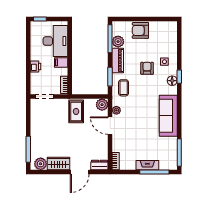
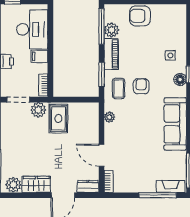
armchair: (147, 68) -> (141, 86), moved
plant: (102, 105) -> (38, 110), moved
door: (110, 126) -> (102, 155), moved
fireplace: (147, 165) -> (171, 186), moved

